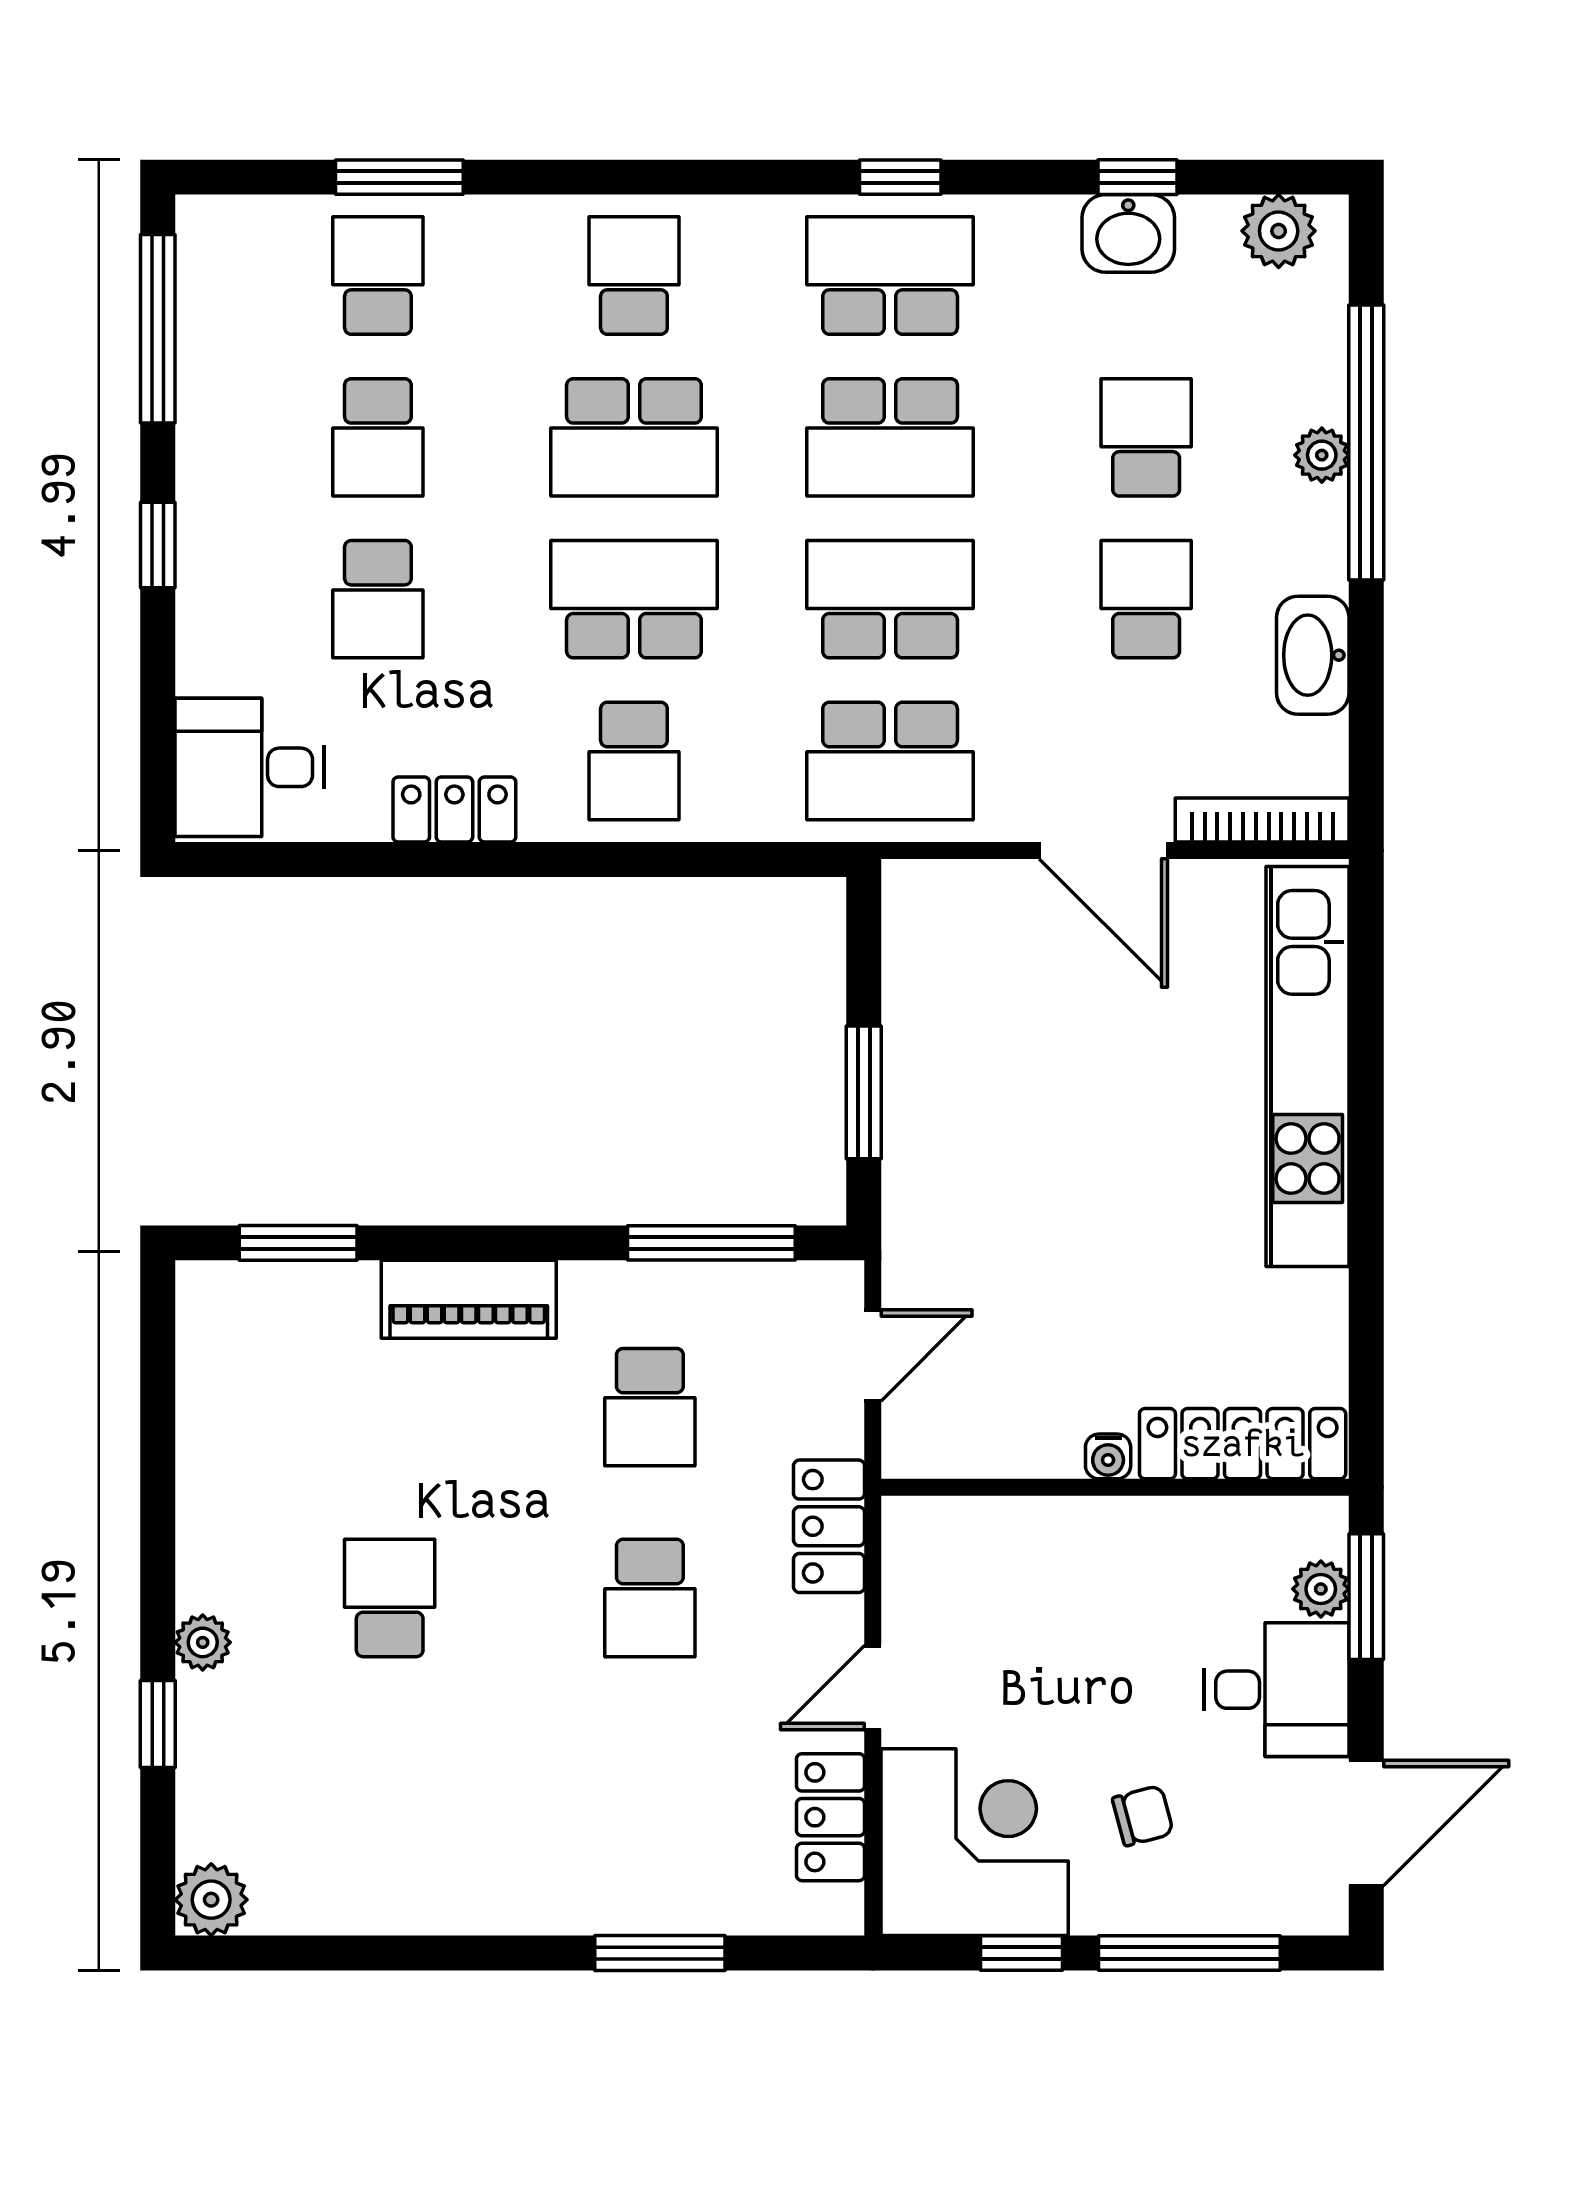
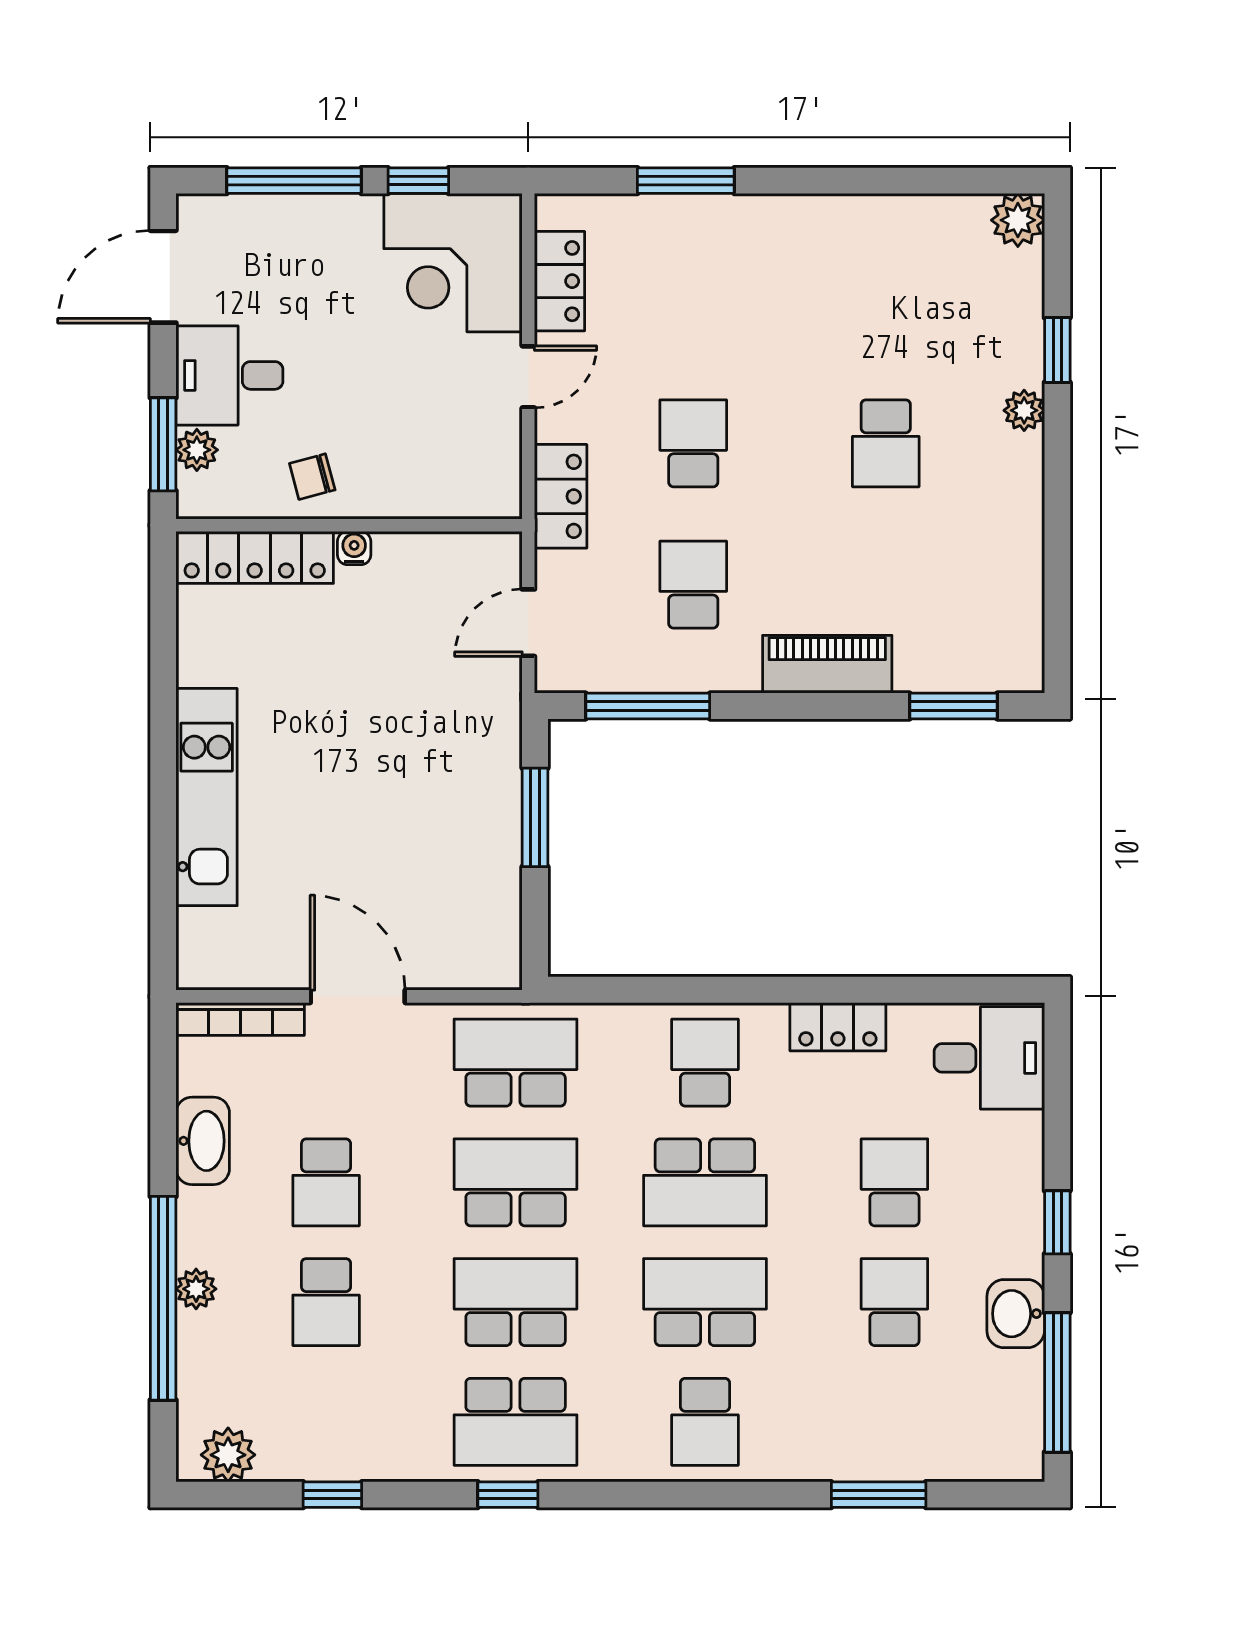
washbasin: (1128, 233) -> (1016, 1314), moved, turned -90
school desk: (378, 276) -> (894, 1422), removed
school desk: (890, 599) -> (516, 1182), turned 180
kitchen unit: (1308, 1066) -> (207, 797), width x0.73
chair: (1143, 1816) -> (312, 477), moved

